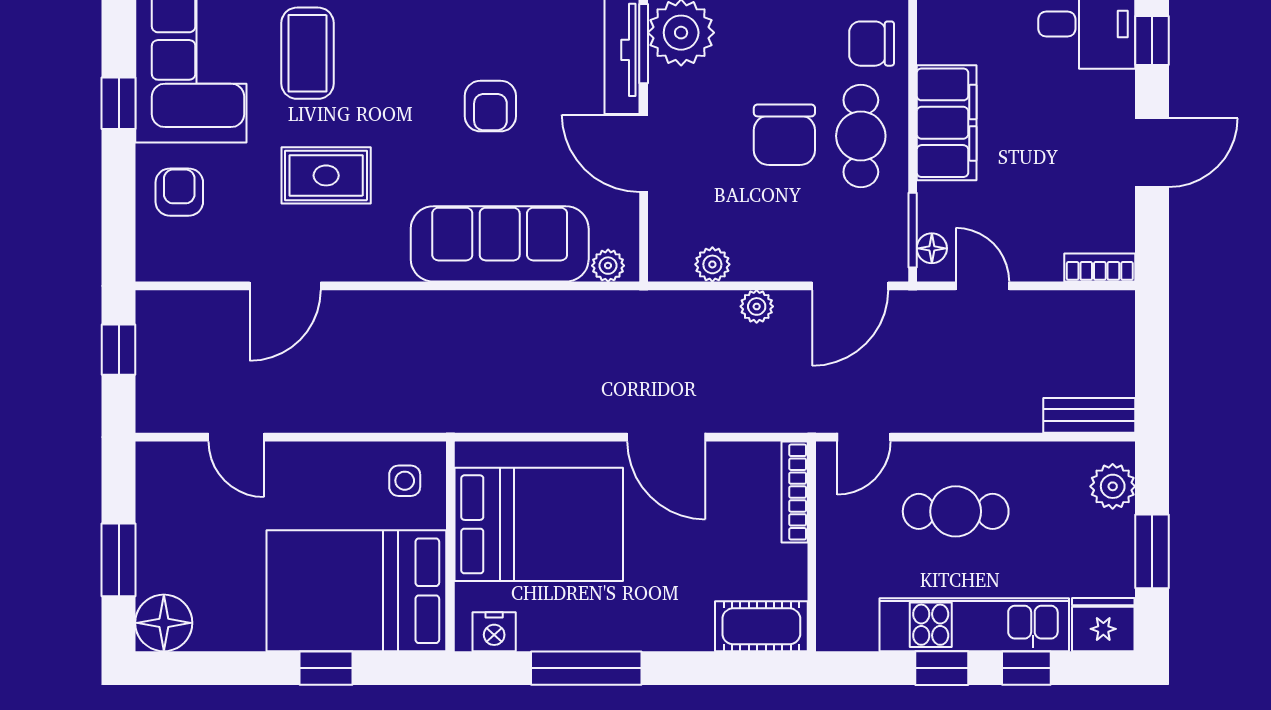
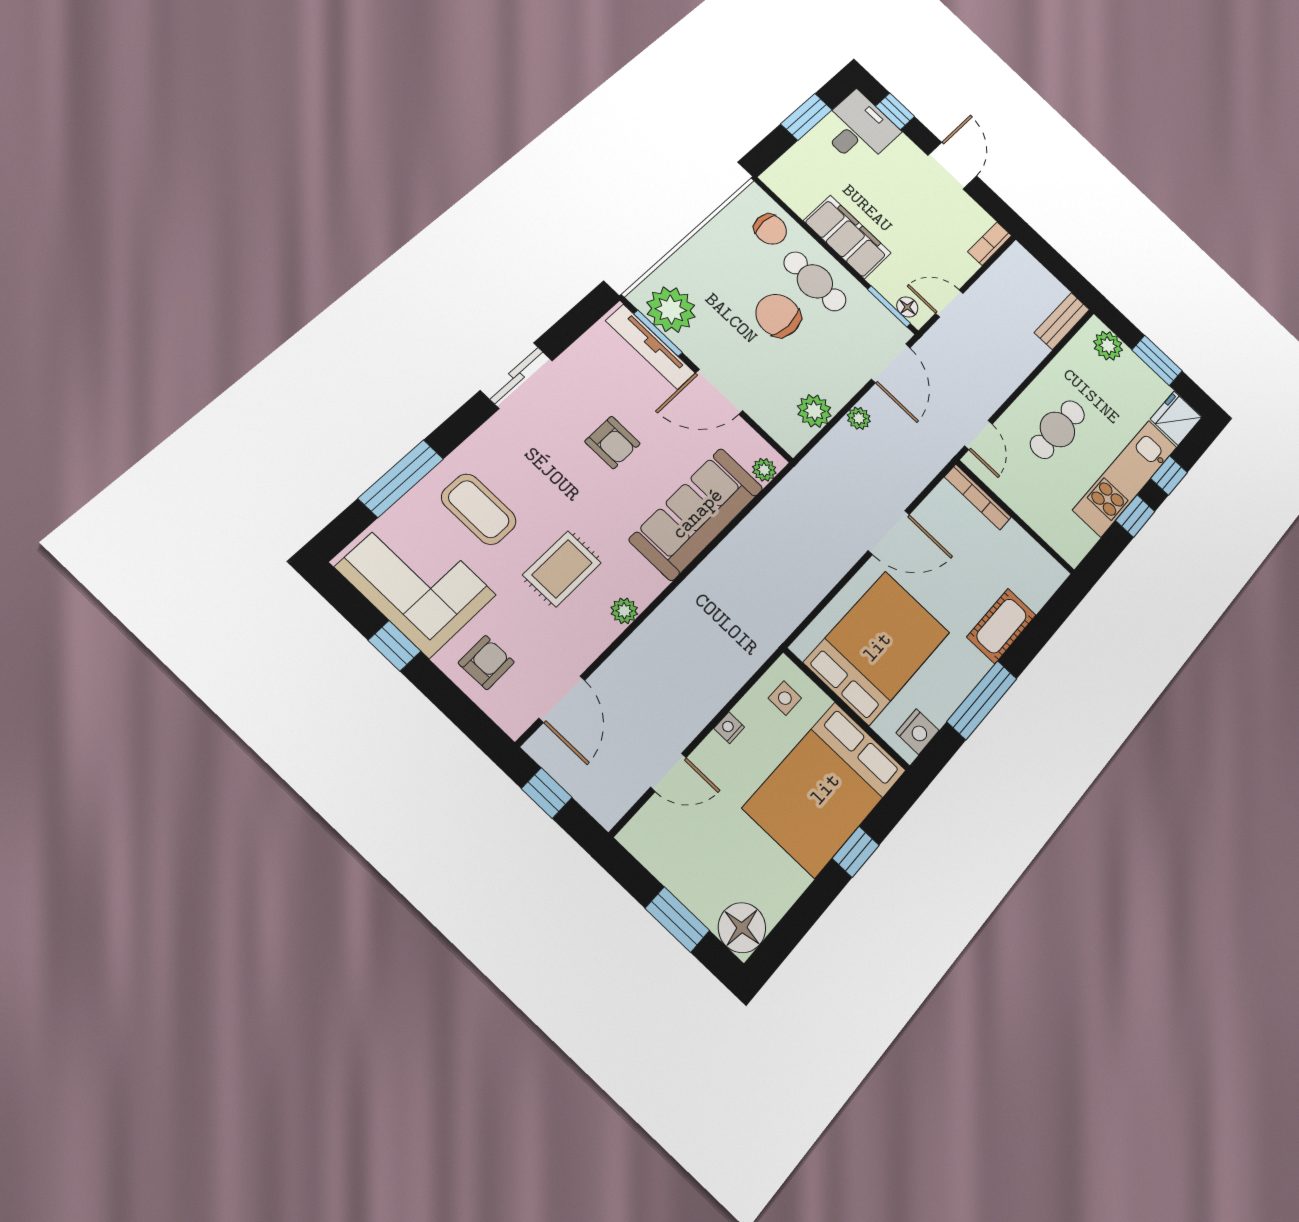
chair: (872, 44) -> (770, 229), turned -90
chair: (784, 135) -> (778, 315), turned 180
armchair: (179, 192) -> (486, 662), turned 89
plant: (712, 264) -> (814, 411), width x1.38, depth x1.38
plant: (343, 265) -> (624, 611), added
door: (285, 286) -> (562, 699), moved
nightstand: (328, 455) -> (729, 728), added
cot: (761, 626) -> (1002, 626), moved

